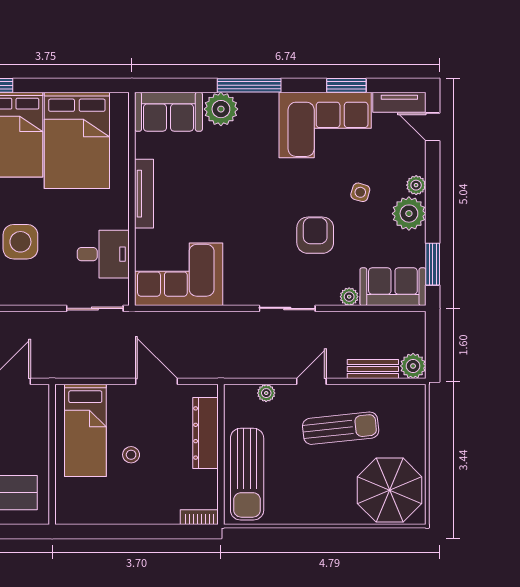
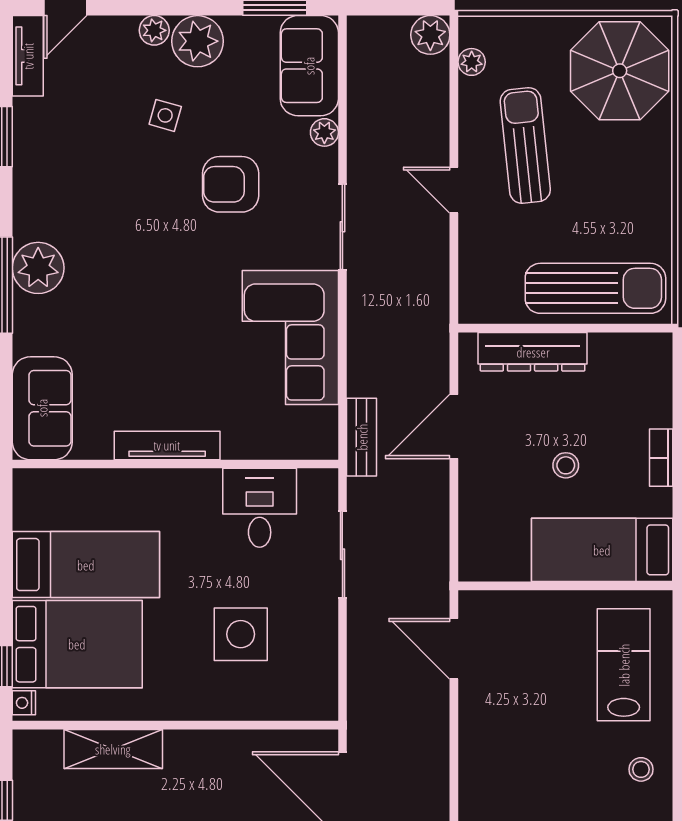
plant: (221, 109) -> (38, 268), moved
corner sofa: (325, 125) -> (63, 169), removed
bed: (77, 140) -> (86, 565), width x0.67
corner sofa: (179, 274) -> (290, 338), moved
sliding door: (95, 308) -> (342, 554), moved
bench: (373, 369) -> (362, 437), moved
plant: (266, 393) -> (472, 62), moved
bed: (85, 430) -> (602, 550), moved, turned 180
bookcase: (199, 517) -> (661, 458), moved

